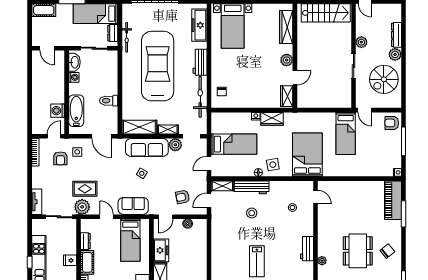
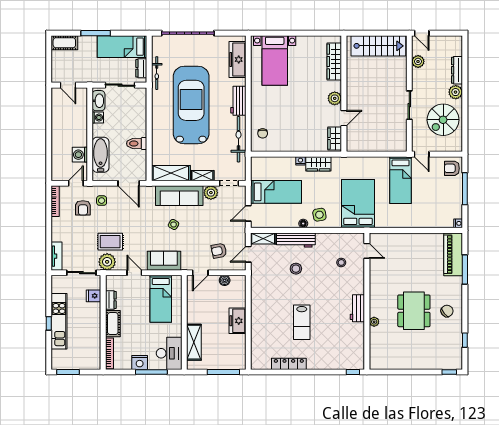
plant: (361, 42) -> (418, 61), moved
freezer: (161, 250) -> (238, 321), moved, turned 180
fridge: (70, 260) -> (94, 296), moved

